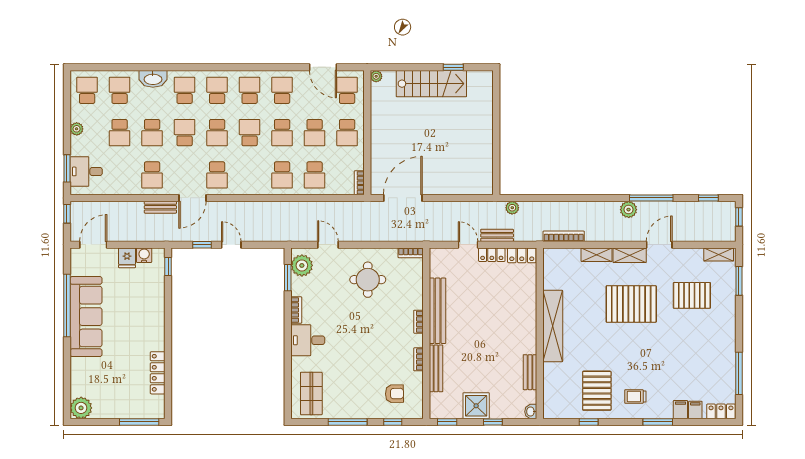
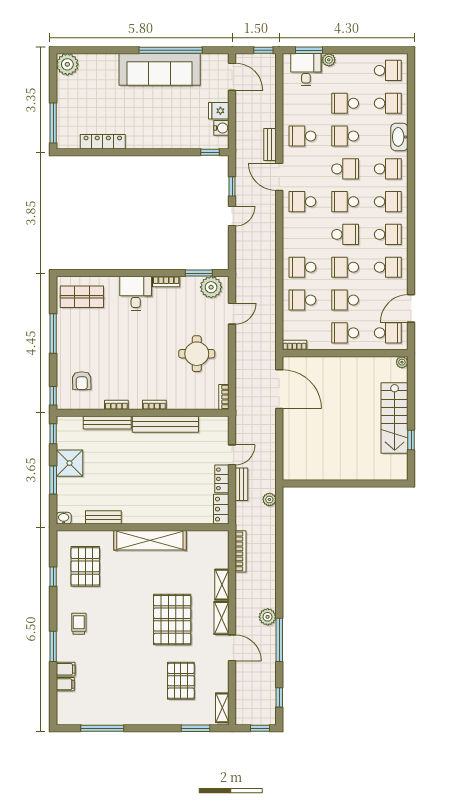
plant: (77, 129) -> (329, 60), moved
pallet: (597, 391) -> (85, 566), moved, turned 90
locker: (721, 411) -> (64, 710), removed
window: (393, 422) -> (53, 396), moved
window: (493, 422) -> (53, 480), width x1.50

